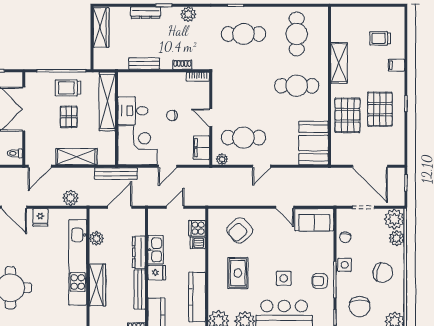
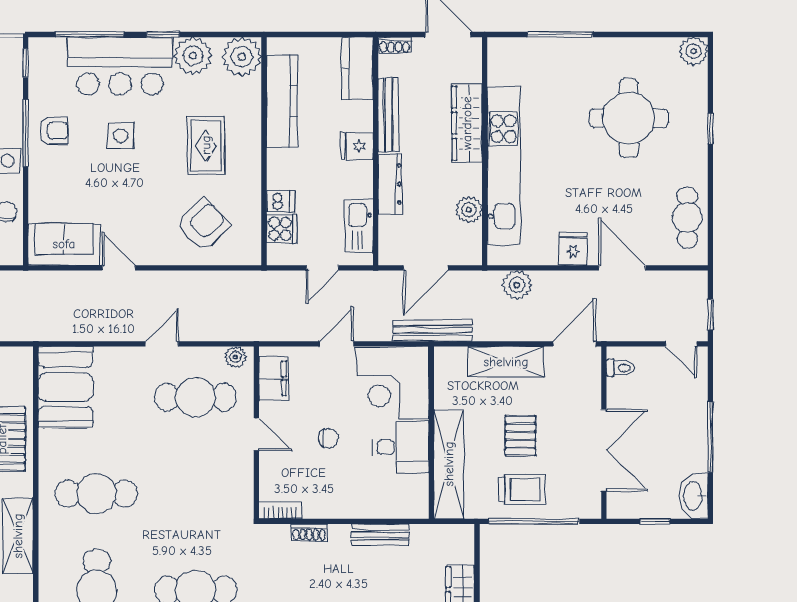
kitchen sink: (156, 250) -> (359, 226), moved

